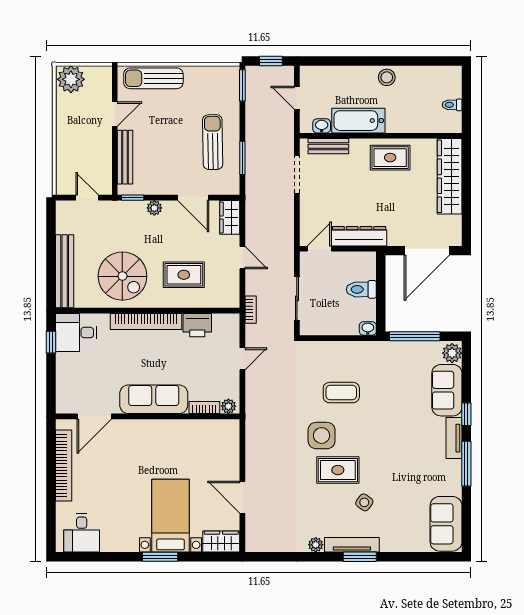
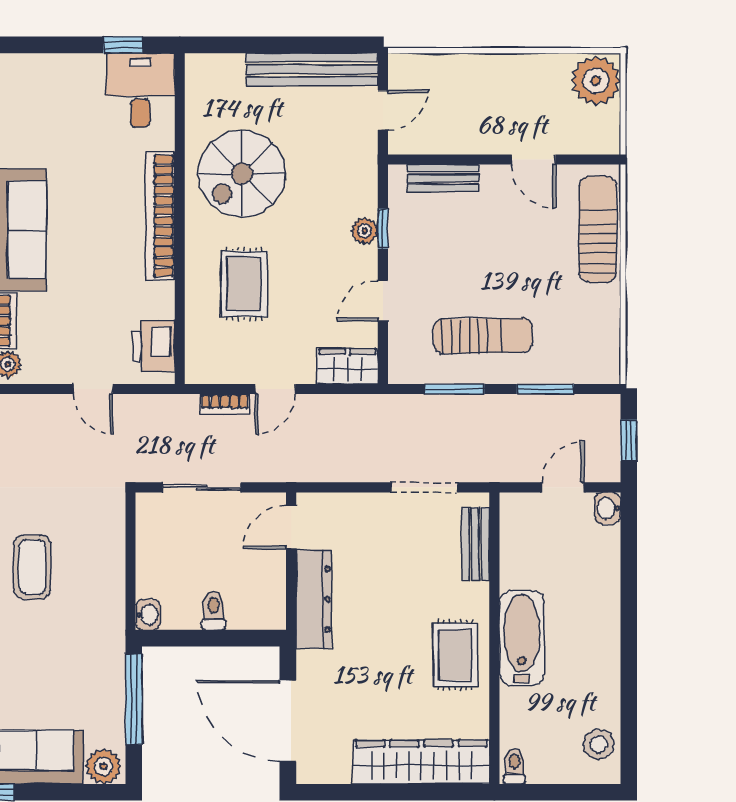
stool: (387, 77) -> (599, 744), moved
window: (242, 85) -> (545, 389), moved
toilet: (452, 105) -> (514, 766), moved
bathtub: (358, 121) -> (522, 638), moved
washbasin: (322, 126) -> (608, 508), moved, turned 180
bench: (125, 157) -> (443, 178), width x0.73
window: (133, 198) -> (383, 229), moved
door: (193, 198) -> (383, 301), width x0.73
door: (319, 249) -> (291, 527), swing flipped
bench: (65, 271) -> (312, 69), moved
toilet: (361, 289) -> (214, 611), width x0.73, depth x0.72
bookcase: (251, 310) -> (225, 404), moved
printer: (197, 325) -> (154, 346), moved

